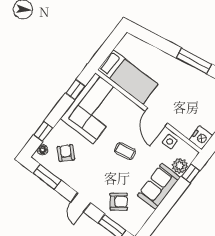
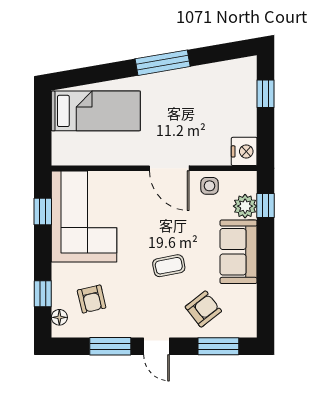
bed: (128, 77) -> (96, 111), moved
coffee table: (125, 151) -> (169, 266), moved
armchair: (66, 153) -> (92, 299), turned -147
window: (47, 177) -> (110, 346), moved

